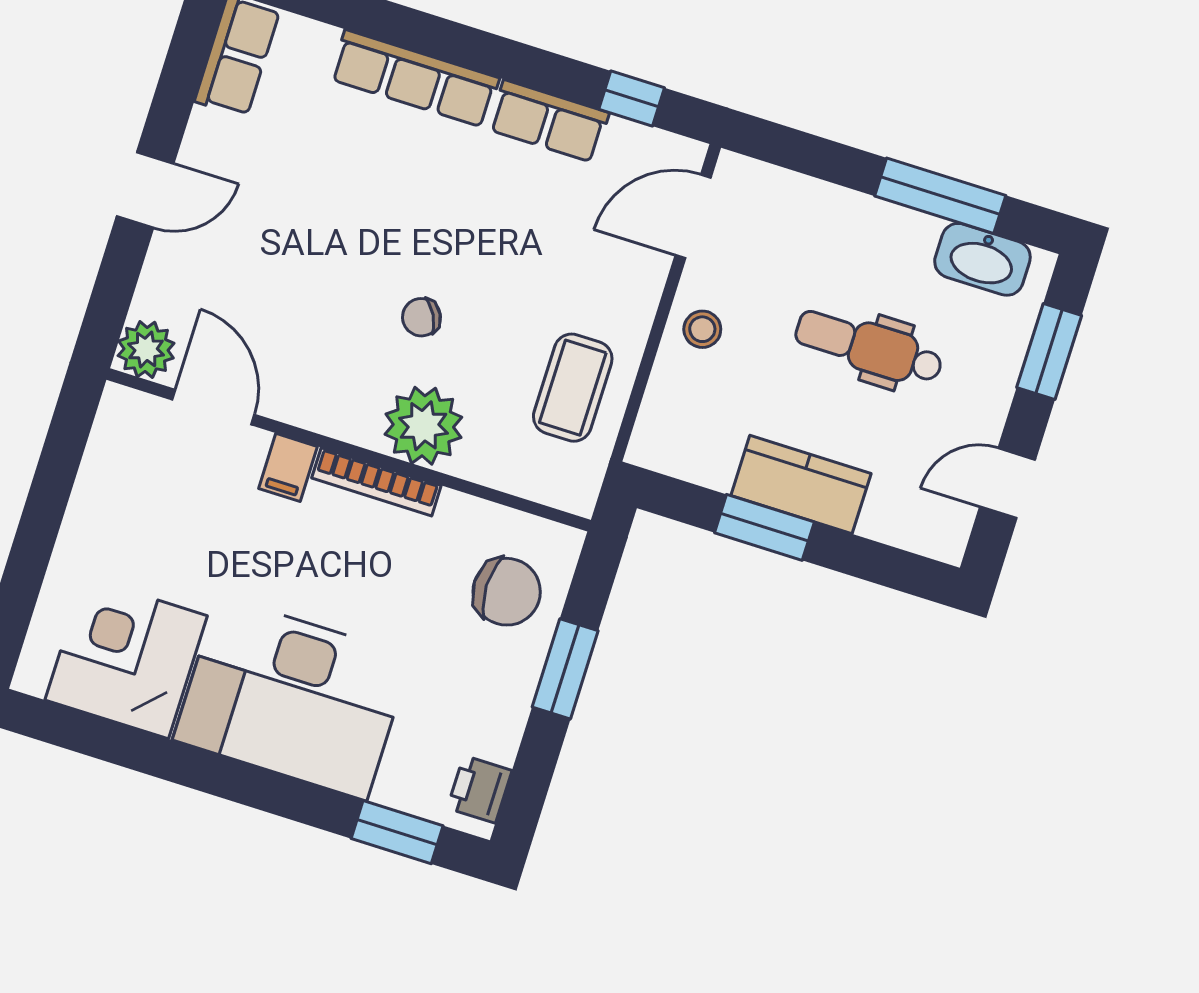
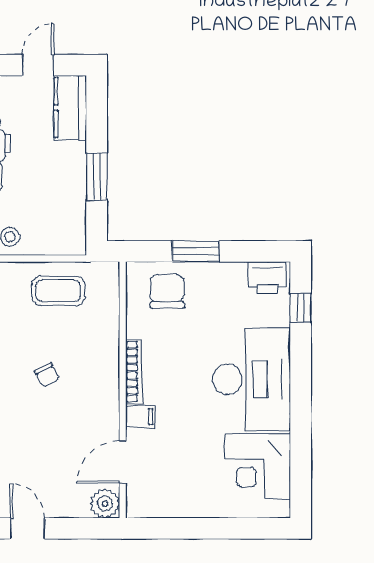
plant: (423, 426) -> (99, 357), removed
door: (1008, 483) -> (38, 65), swing flipped
kitchen counter: (801, 484) -> (70, 108), moved
printer: (480, 789) -> (267, 278), width x1.36, depth x1.24
window: (397, 832) -> (301, 308), width x0.67

